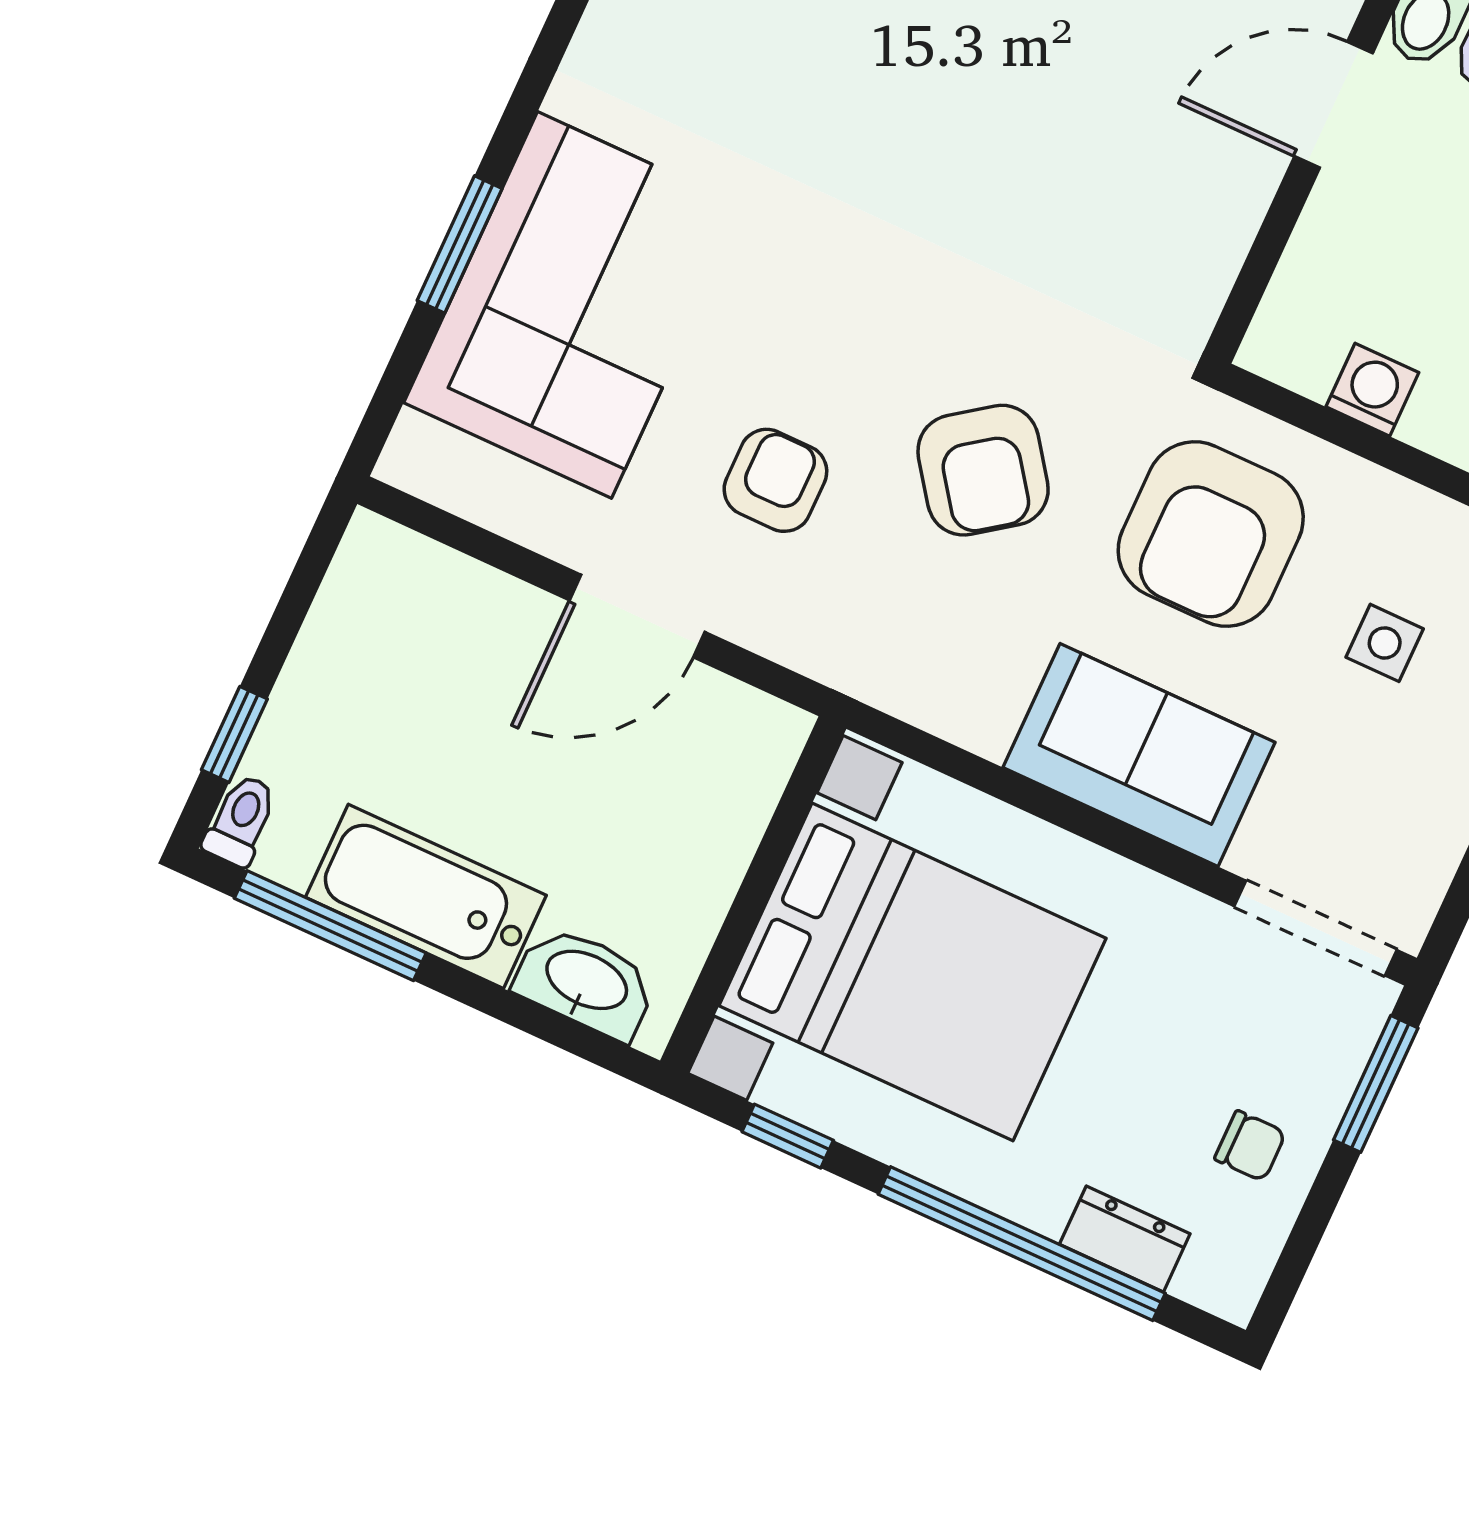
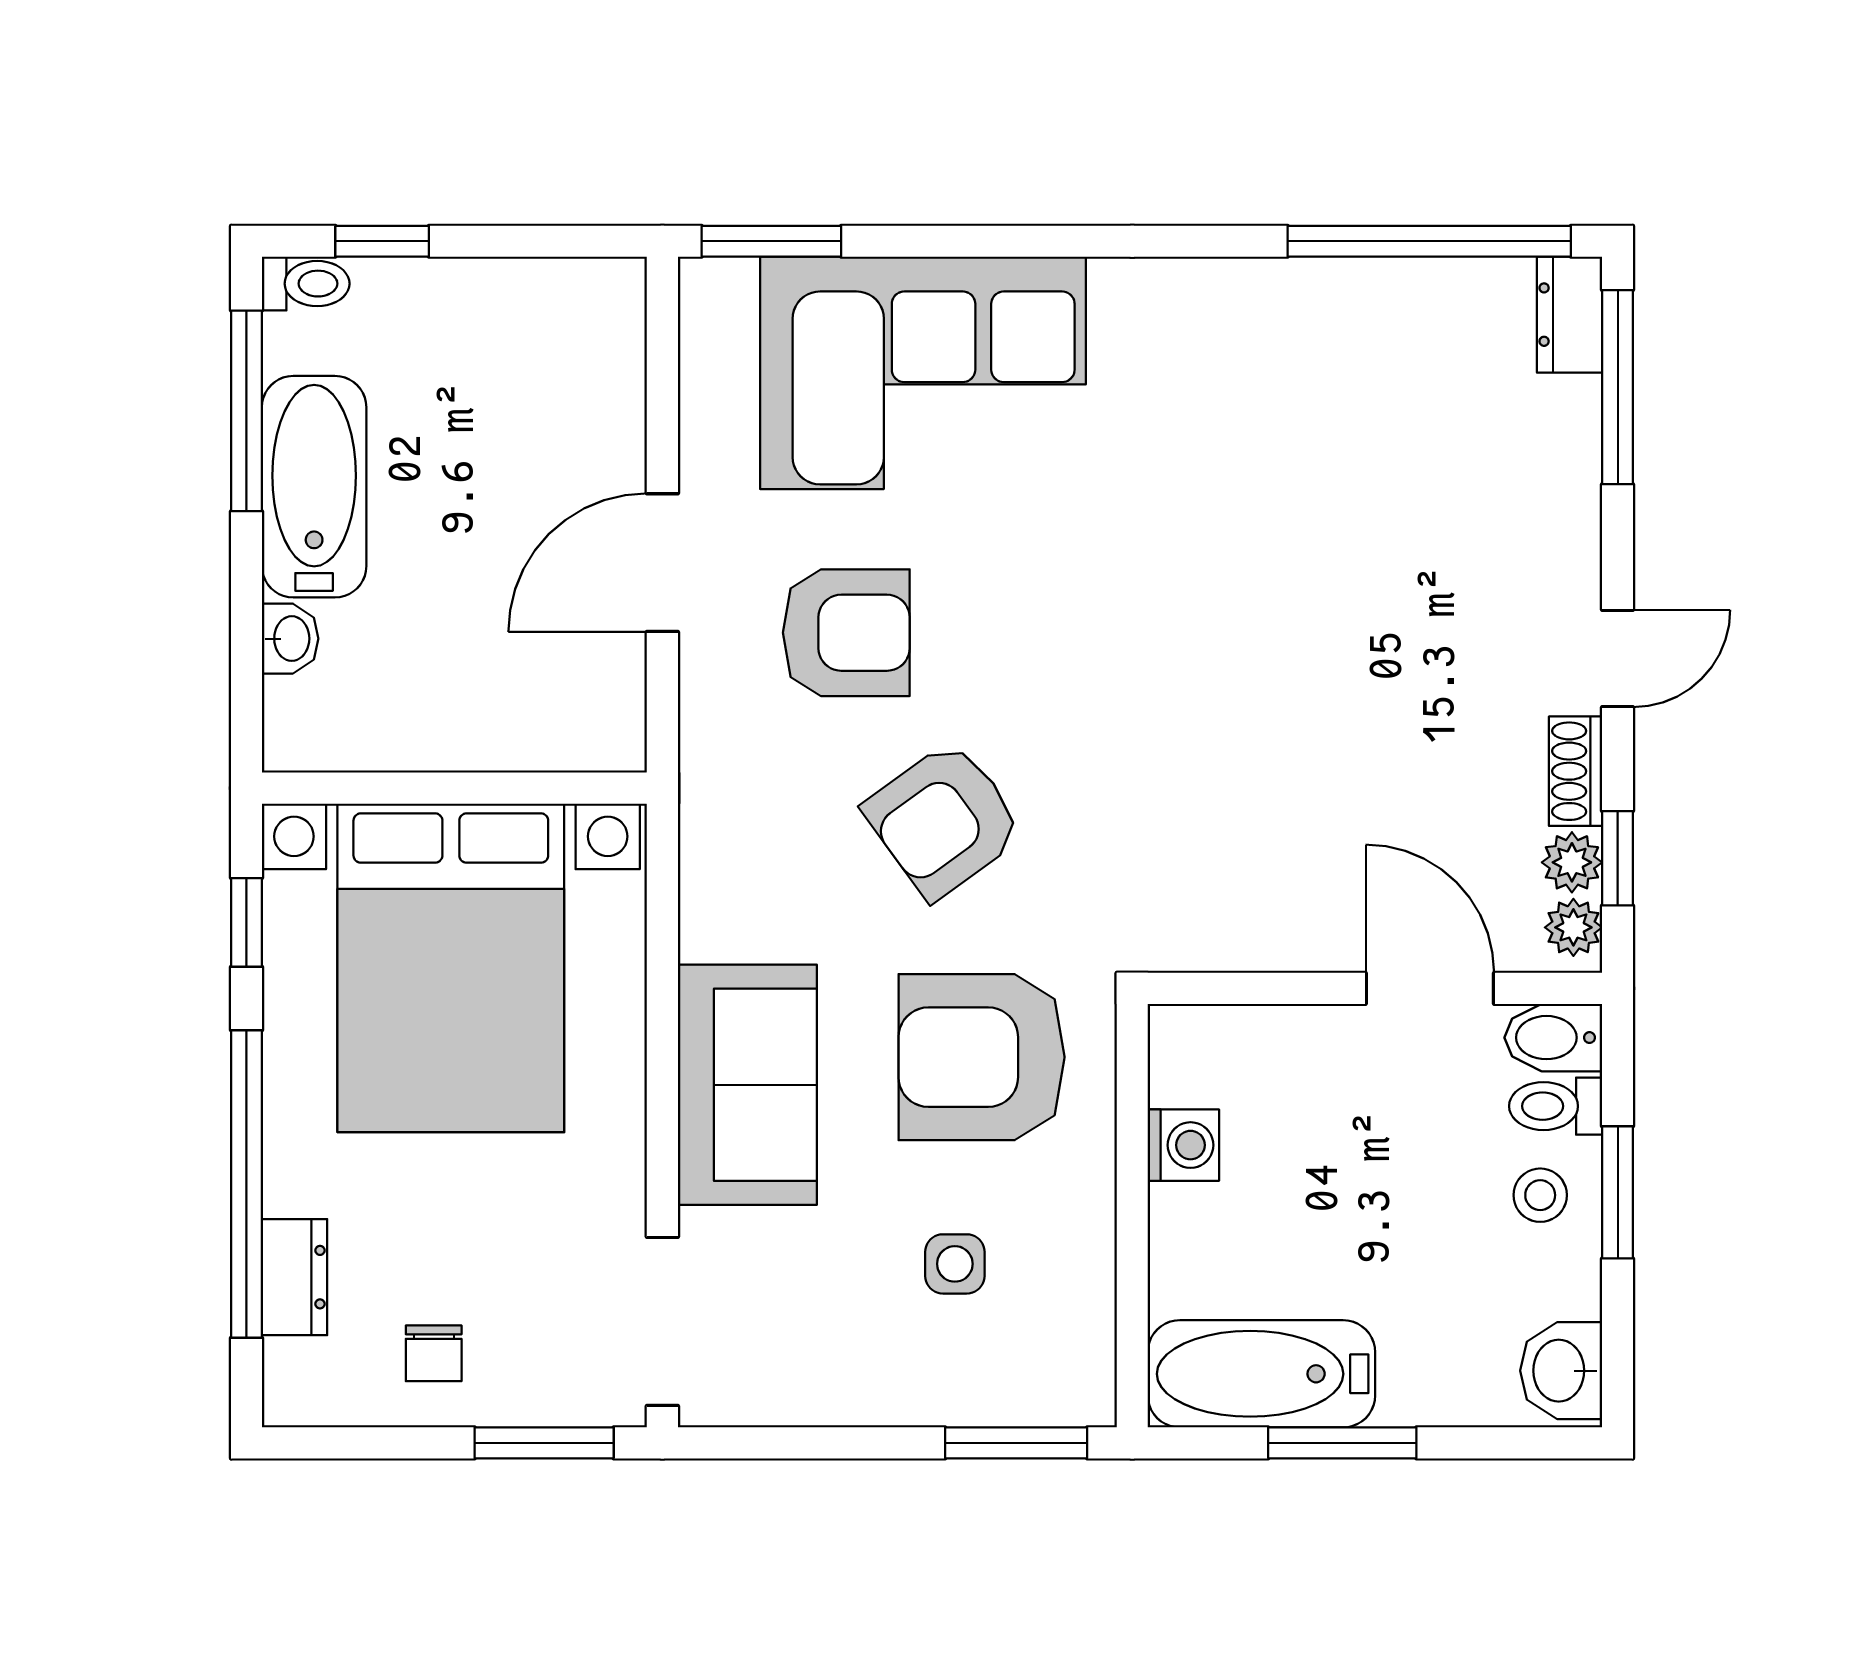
window: (460, 244) -> (771, 241), moved
armchair: (775, 480) -> (846, 633), width x1.38, depth x1.38
door: (637, 616) -> (662, 563), hinge flipped
washbasin: (586, 982) -> (290, 639), width x0.52, depth x0.69

